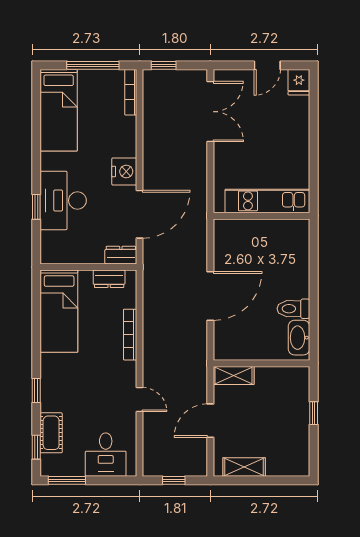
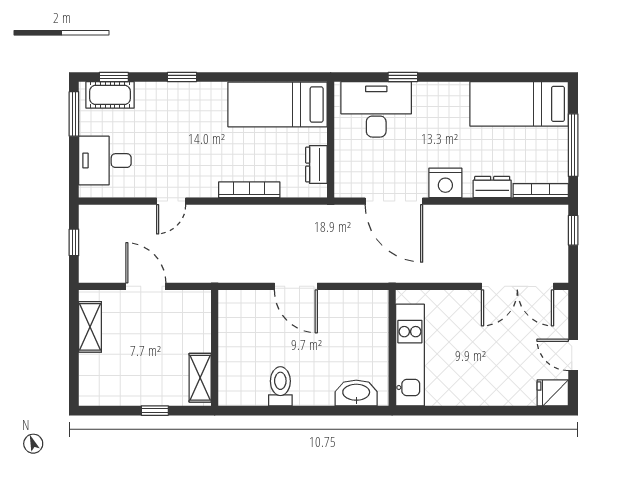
desk: (63, 200) -> (376, 109), moved
dresser: (121, 255) -> (492, 187), moved, turned -90
door: (210, 296) -> (296, 286), width x0.73
washbasin: (299, 338) -> (356, 393), moved
shelving: (234, 375) -> (200, 378), moved
cot: (51, 433) -> (110, 95), moved

